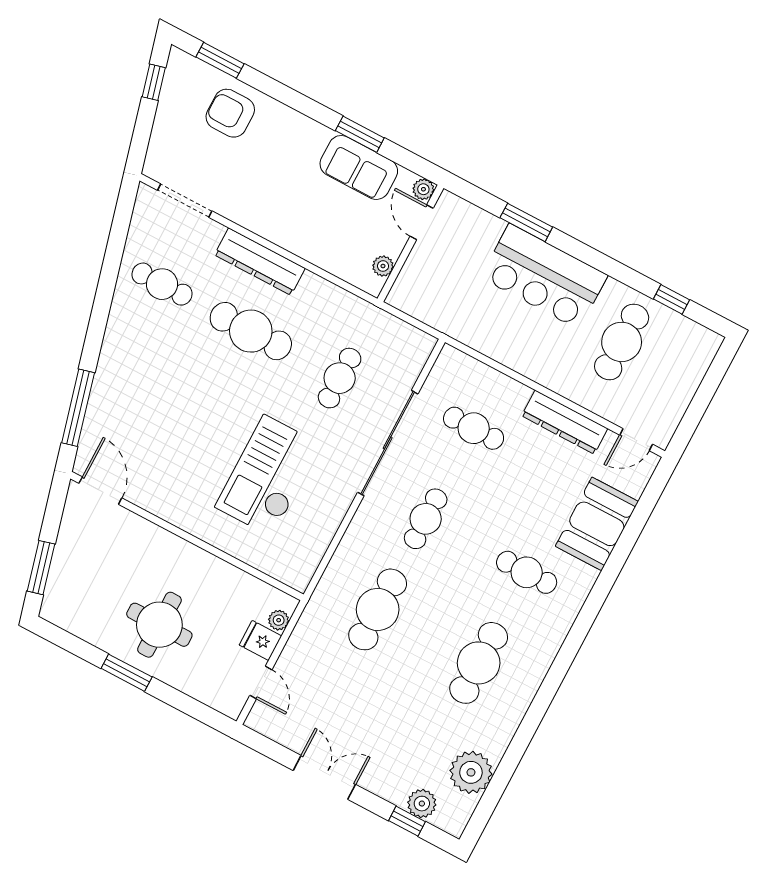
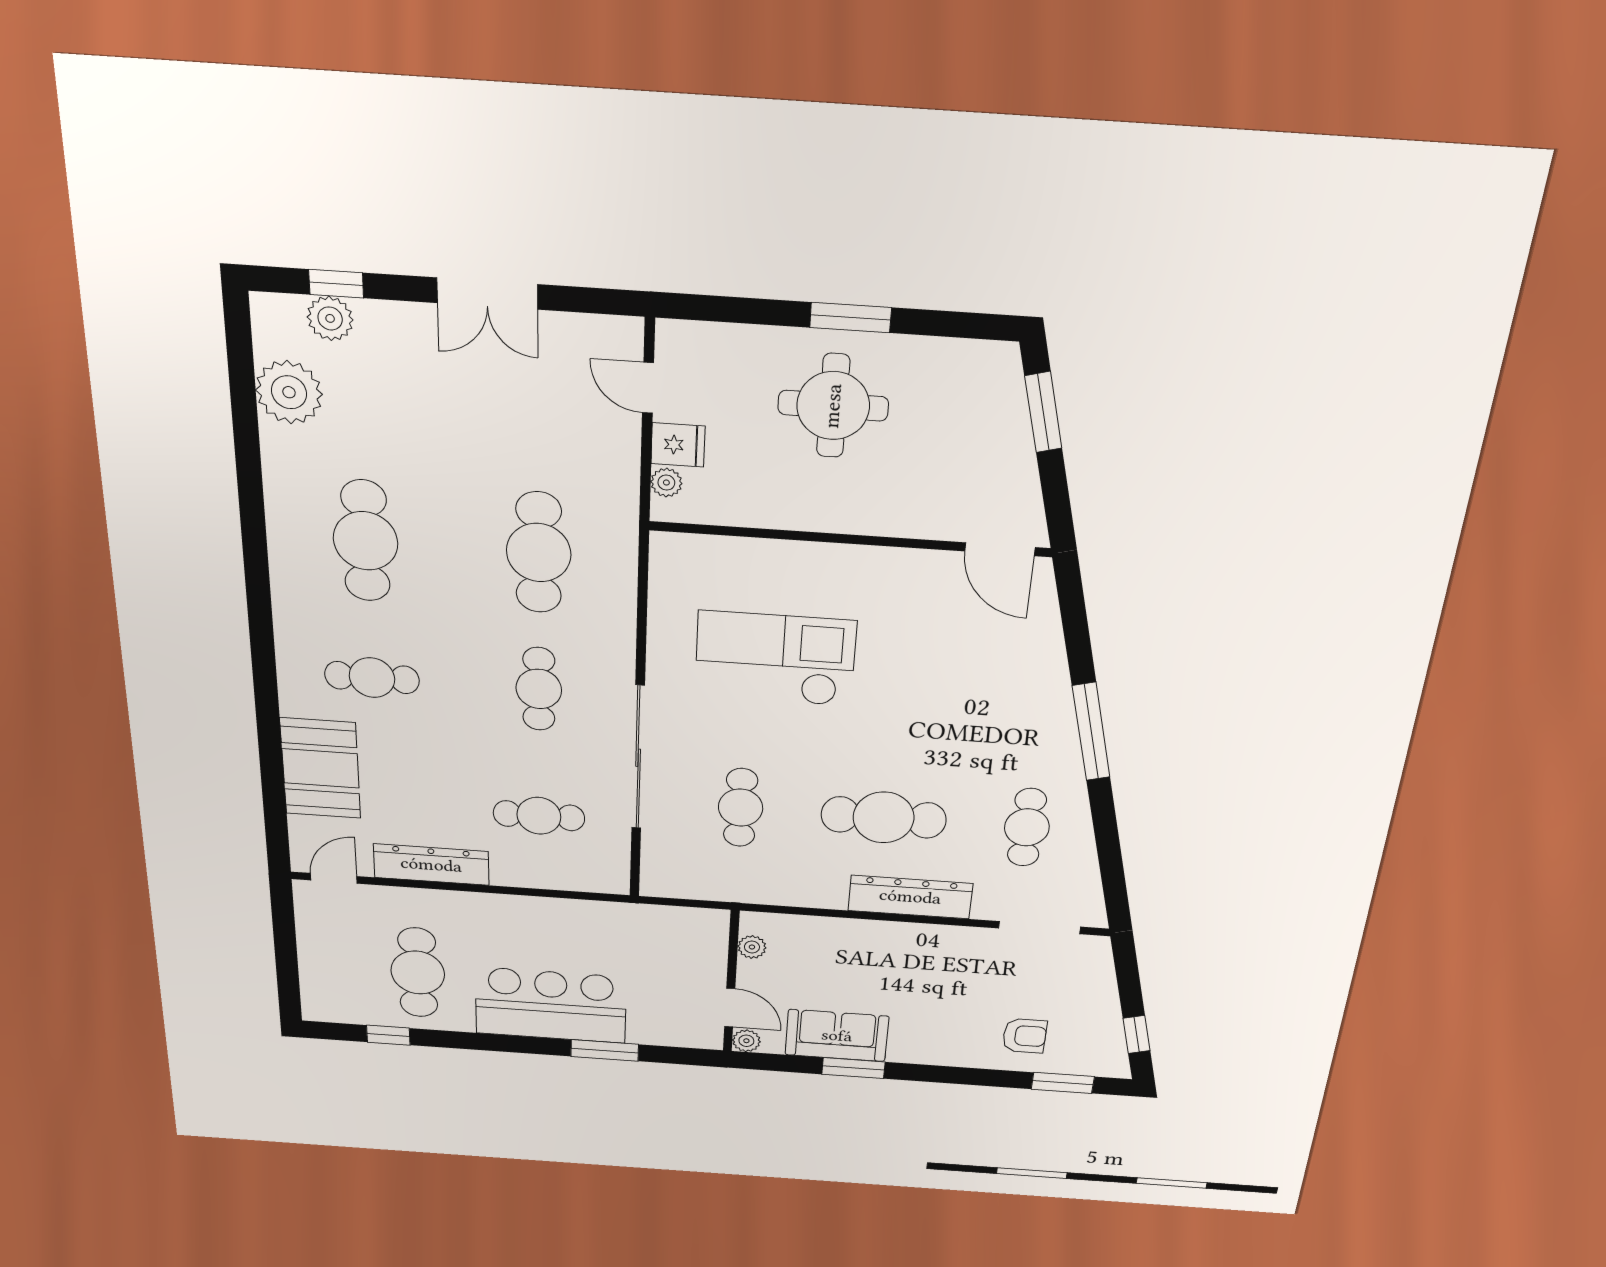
armchair: (230, 113) -> (1025, 1036), width x0.72, depth x0.72
cafe table: (162, 284) -> (1027, 827), turned 90
window: (78, 408) -> (1091, 732), moved
checkout: (268, 476) -> (775, 659), turned -90

